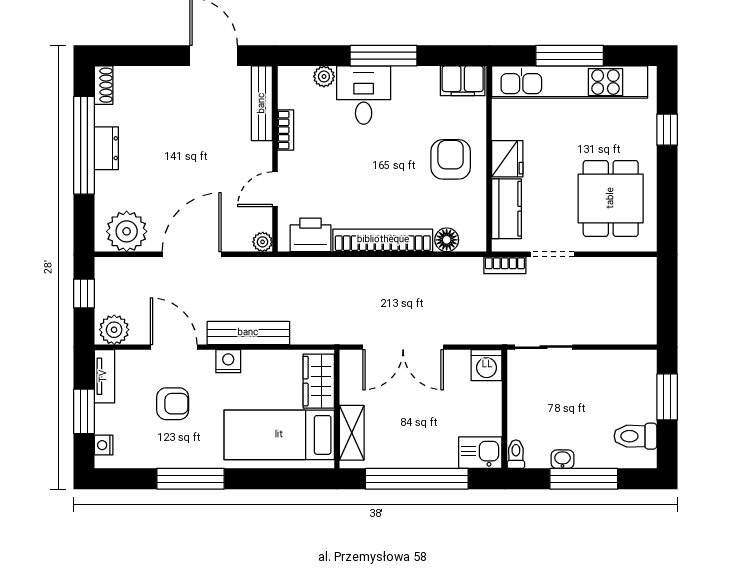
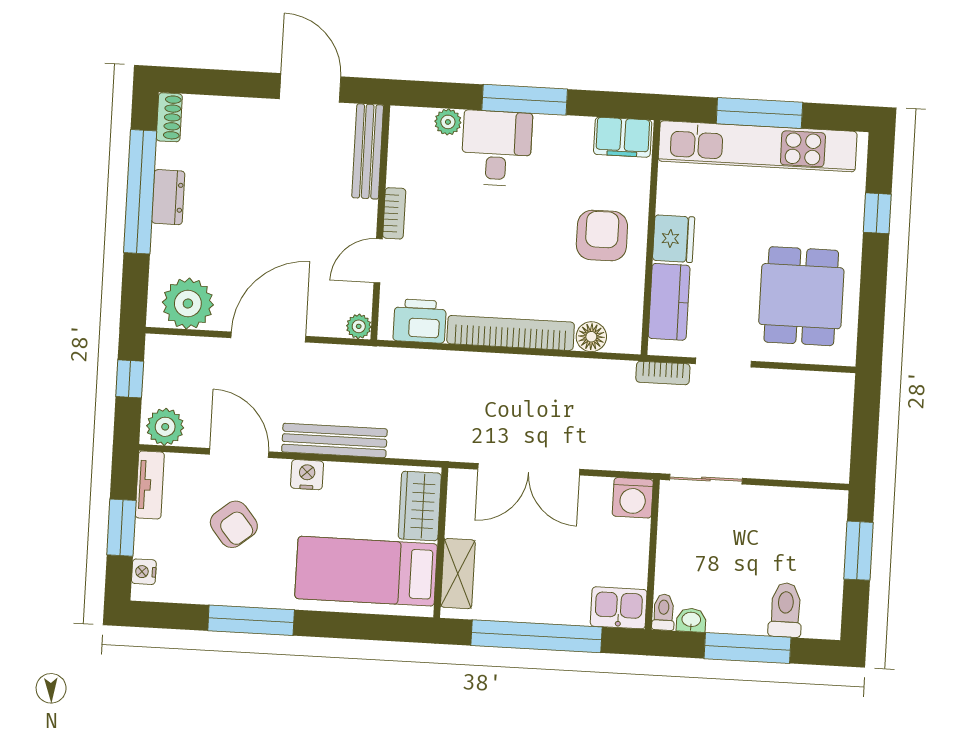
bookcase: (286, 130) -> (394, 213), moved
armchair: (173, 404) -> (234, 524), turned 51
toilet: (635, 436) -> (785, 610), moved, turned 90
washbasin: (563, 459) -> (691, 620), moved

